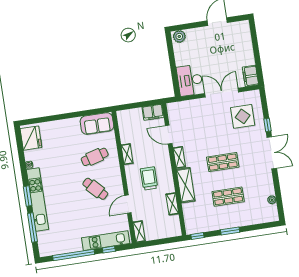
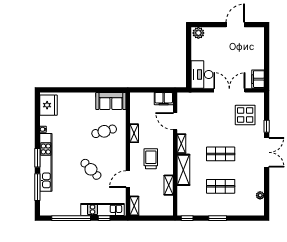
cafe table: (95, 189) -> (91, 169), moved

